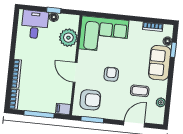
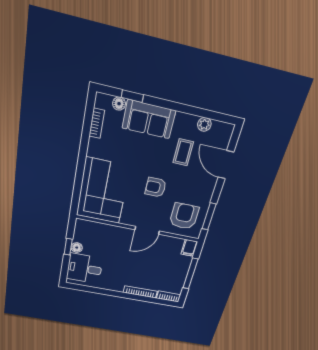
plant: (68, 38) -> (103, 234), removed

